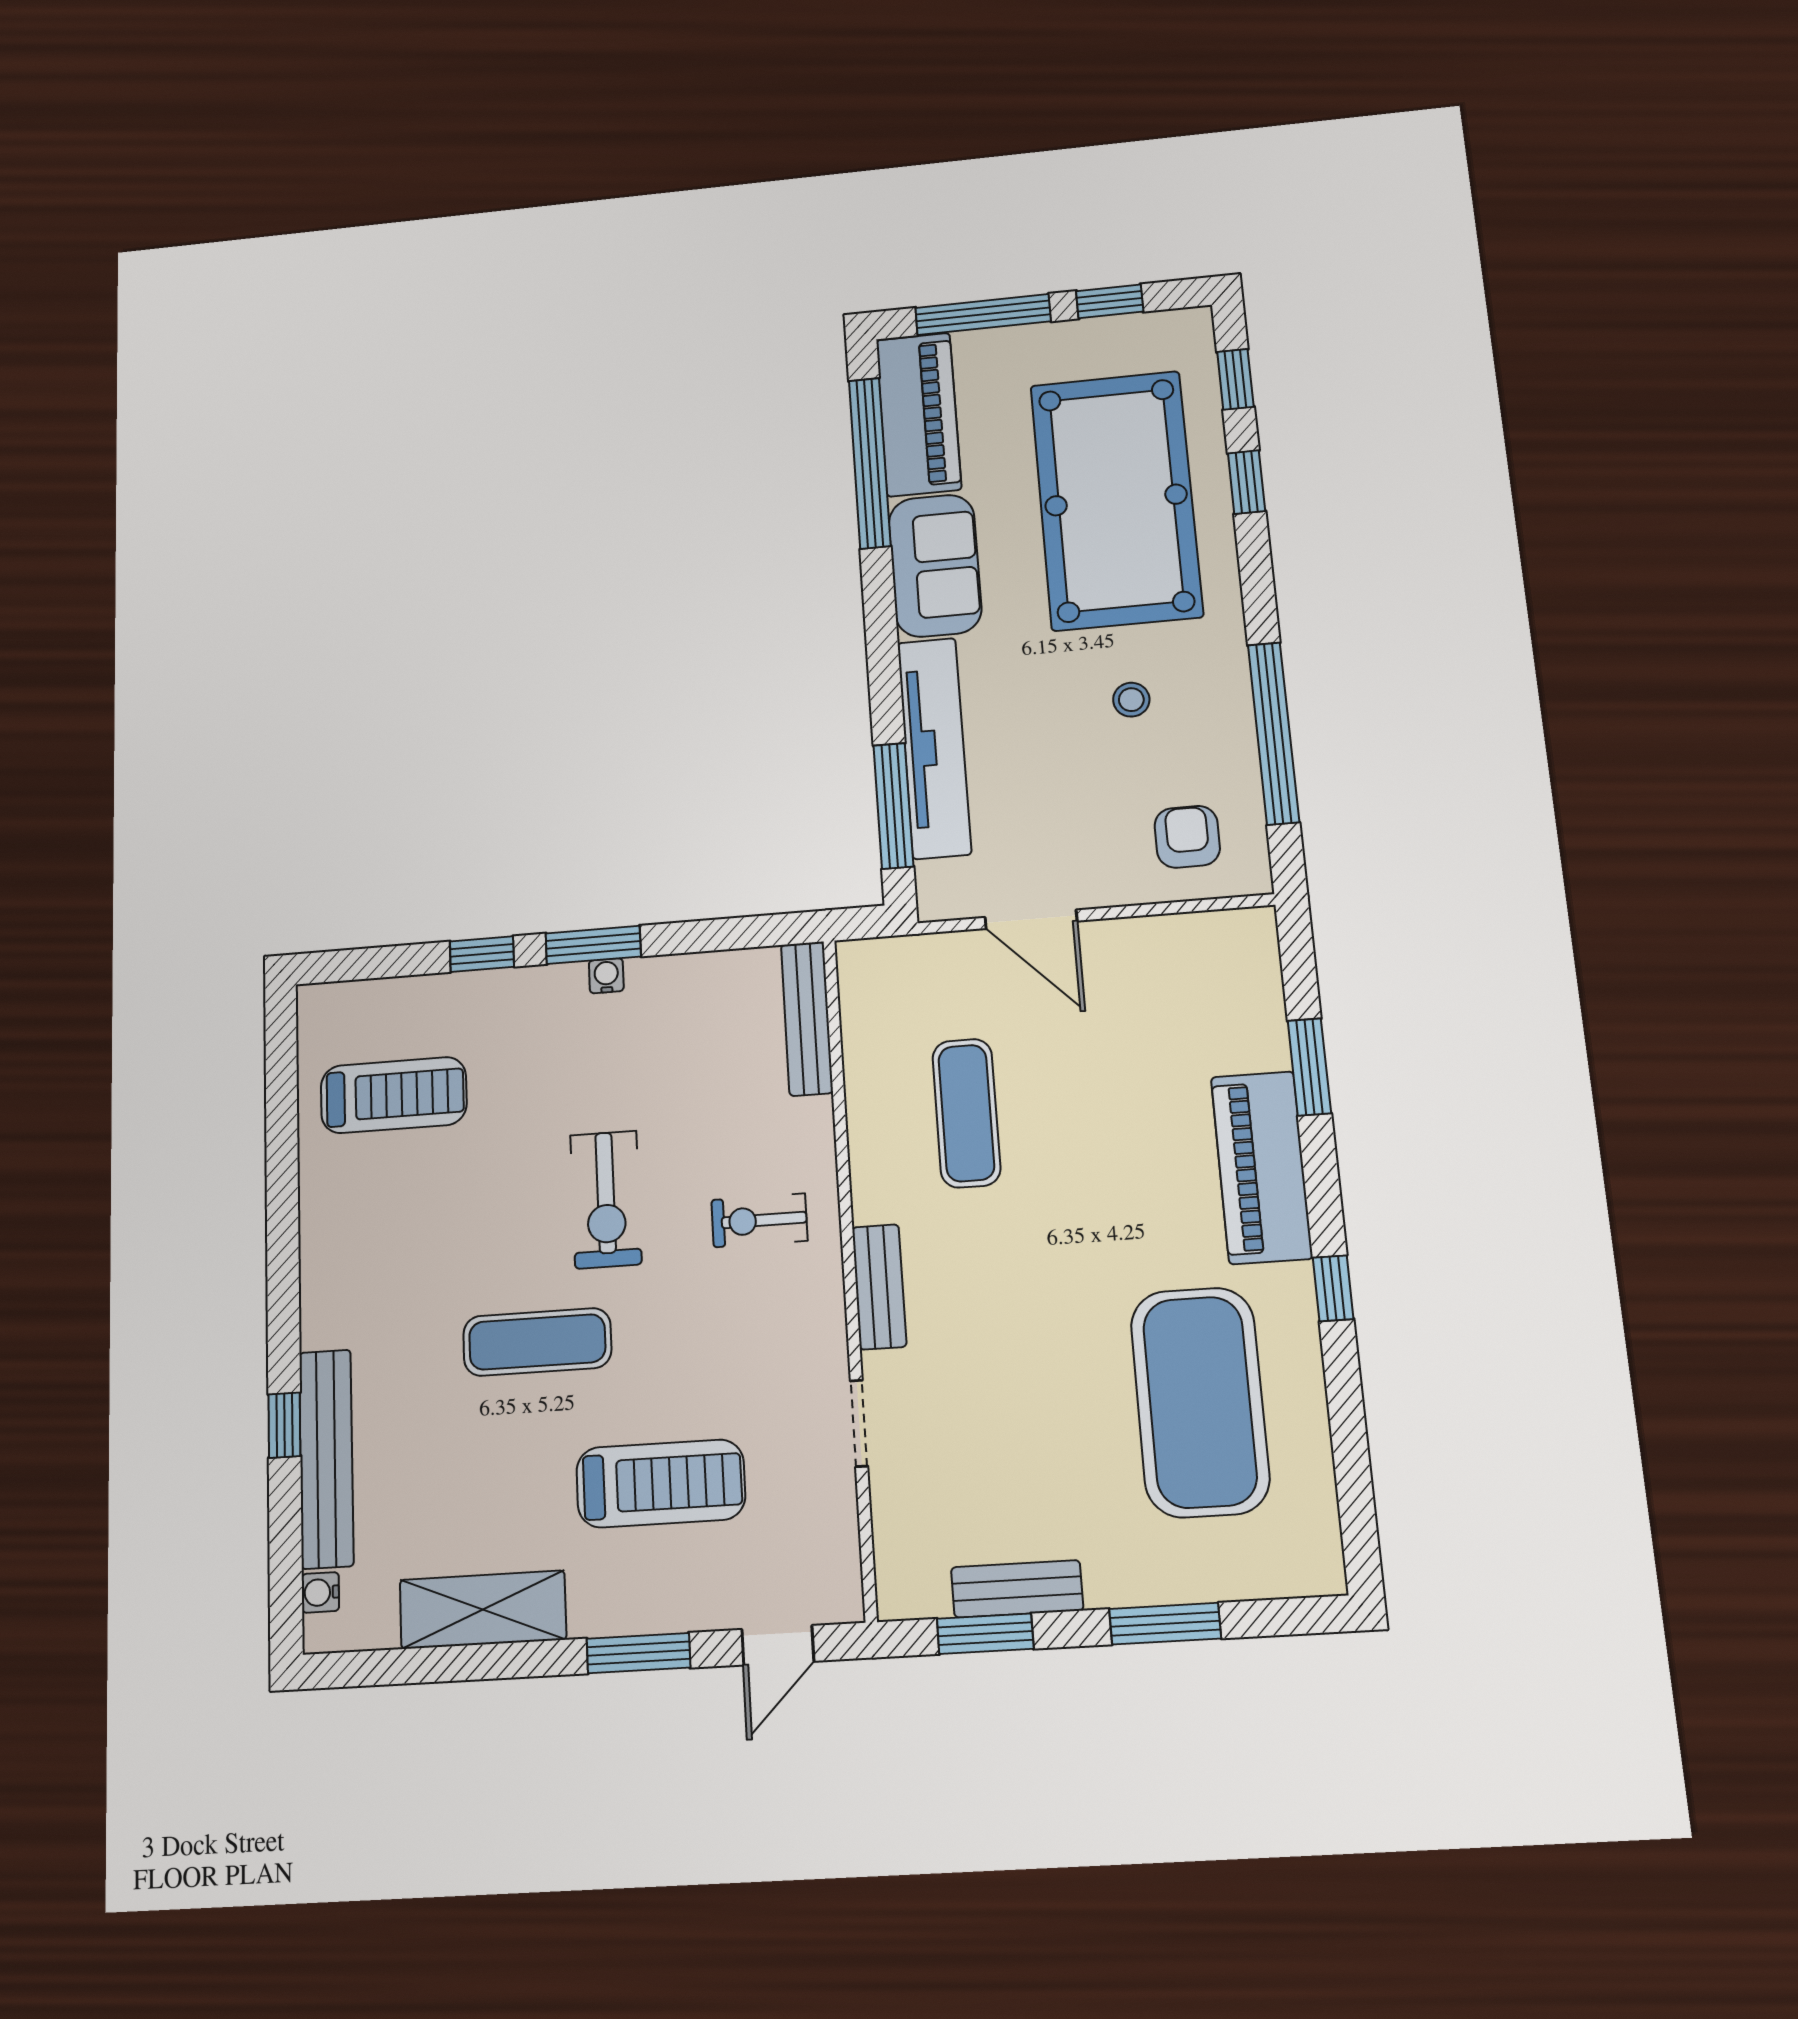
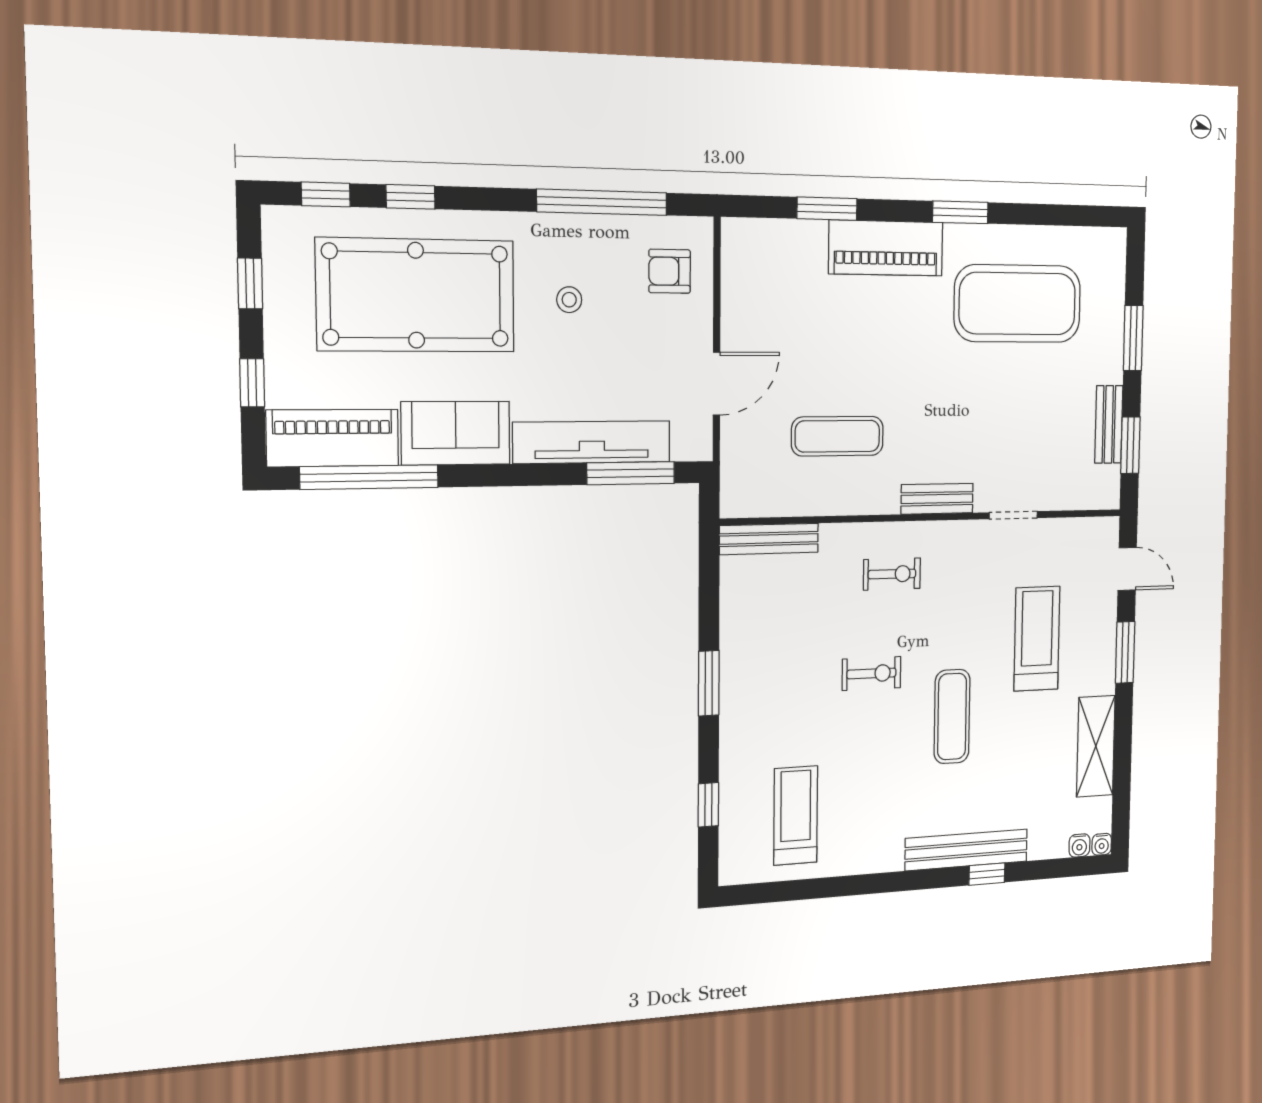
window: (983, 315) -> (252, 383), width x0.46
window: (482, 954) -> (708, 805), moved
water cooler: (606, 976) -> (1102, 844), moved, turned -90
exercise bike: (606, 1199) -> (872, 673), width x0.73, depth x0.72
exercise bike: (759, 1220) -> (892, 574), turned -90
window: (1333, 1288) -> (960, 212), width x1.50
bench: (326, 1459) -> (966, 850), moved

